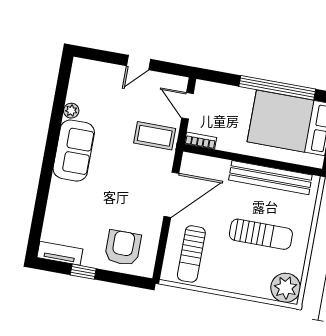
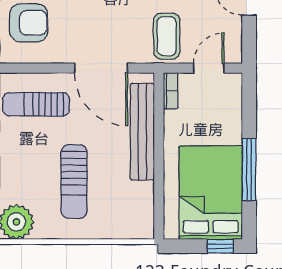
window: (277, 88) -> (249, 170), width x0.68
bench: (270, 178) -> (142, 132), moved

